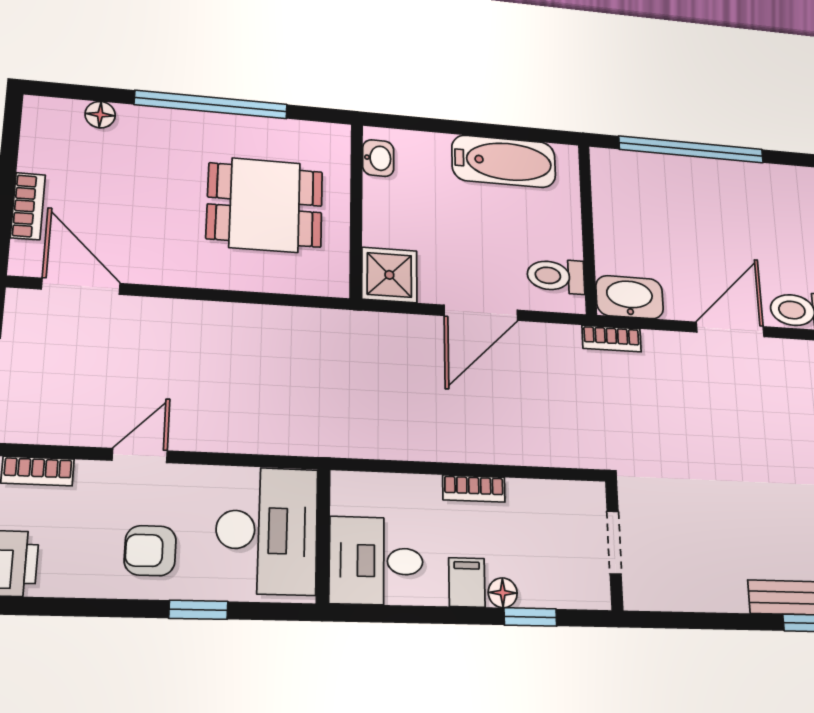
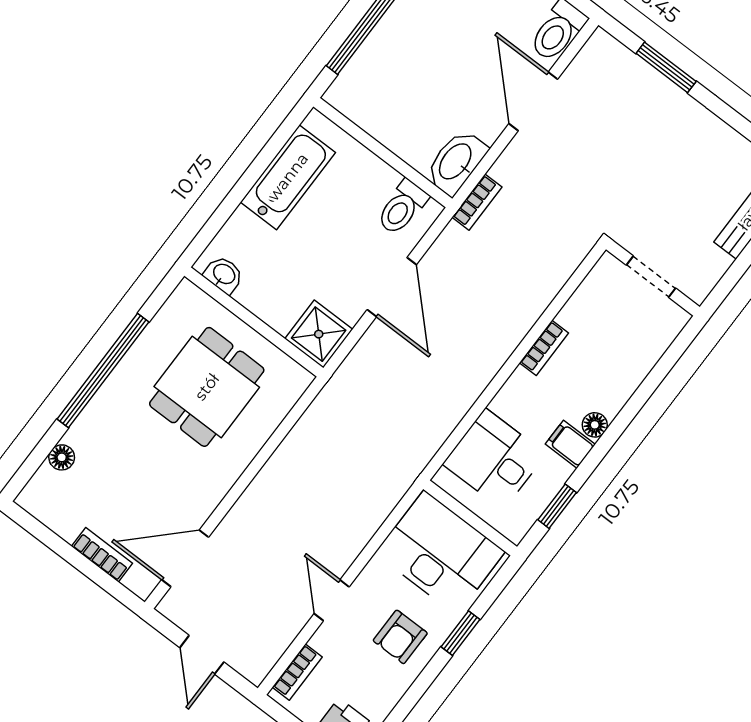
bookcase: (474, 489) -> (544, 348), moved
doorway: (614, 542) -> (651, 277), moved
wall: (614, 545) -> (653, 278), moved
desk: (376, 561) -> (494, 459), moved, turned 90
window: (530, 617) -> (557, 506), moved

